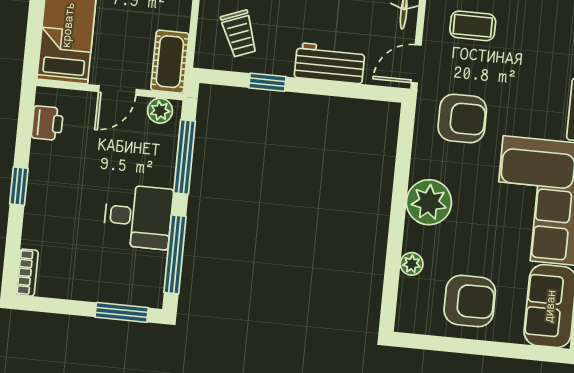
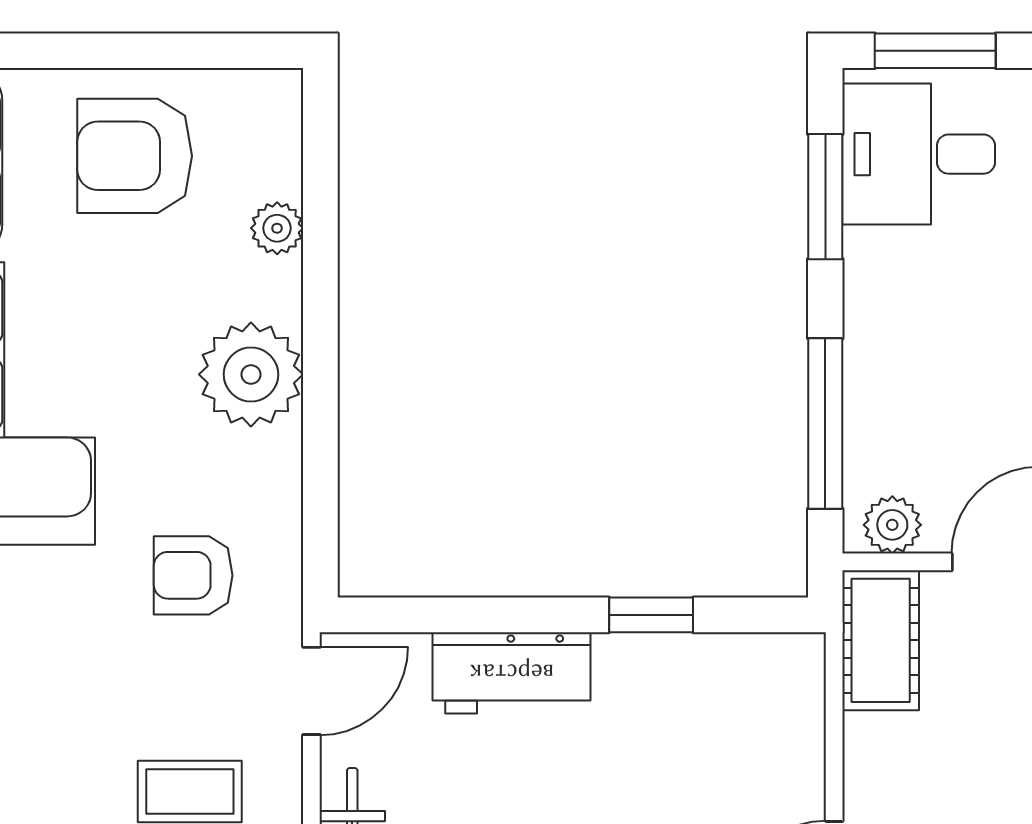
trolley: (239, 34) -> (727, 721), removed
armchair: (462, 118) -> (193, 575), width x0.72, depth x0.72
desk: (138, 217) -> (919, 154), moved
window: (175, 254) -> (825, 197), width x0.69

